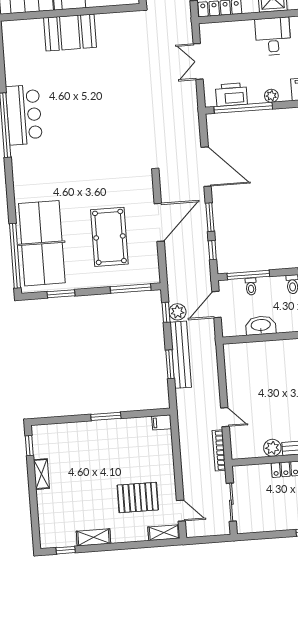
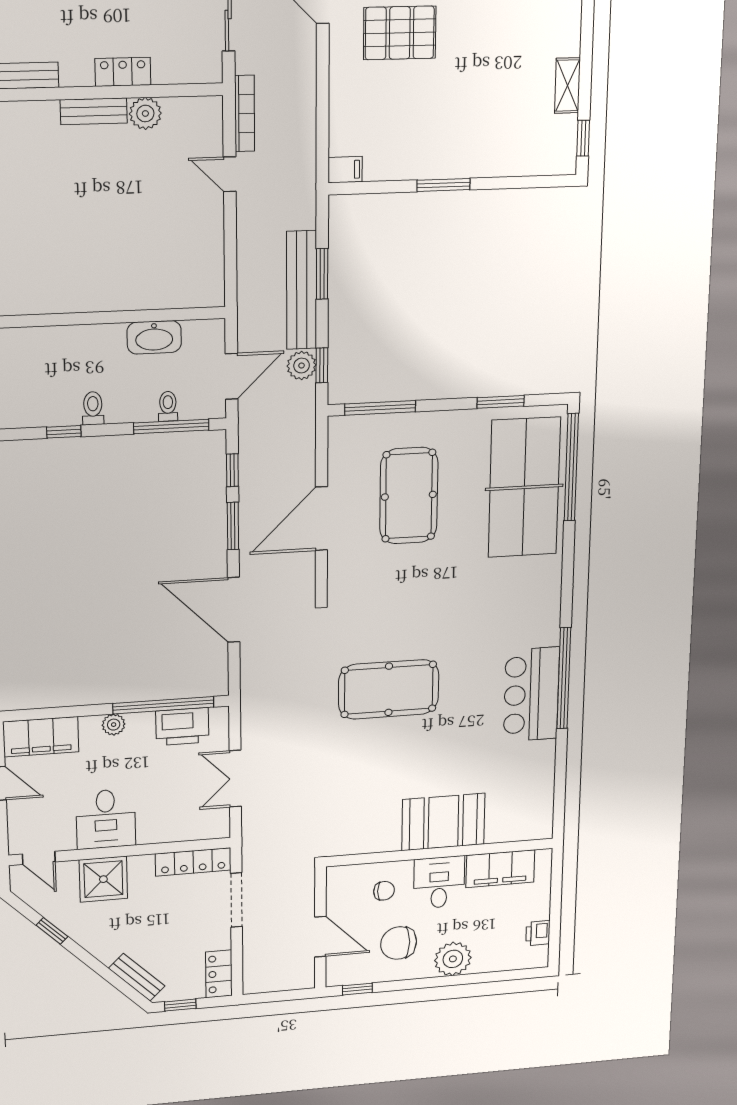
double door: (198, 61) -> (235, 779), swing flipped
pool table: (111, 118) -> (389, 689), added

